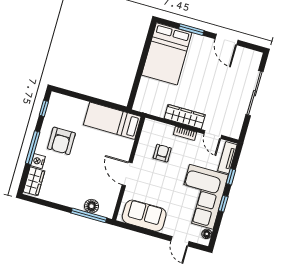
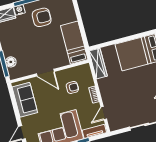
wardrobe: (185, 117) -> (98, 64), moved
armchair: (61, 141) -> (42, 17), turned 180
door: (127, 174) -> (45, 73), swing flipped

